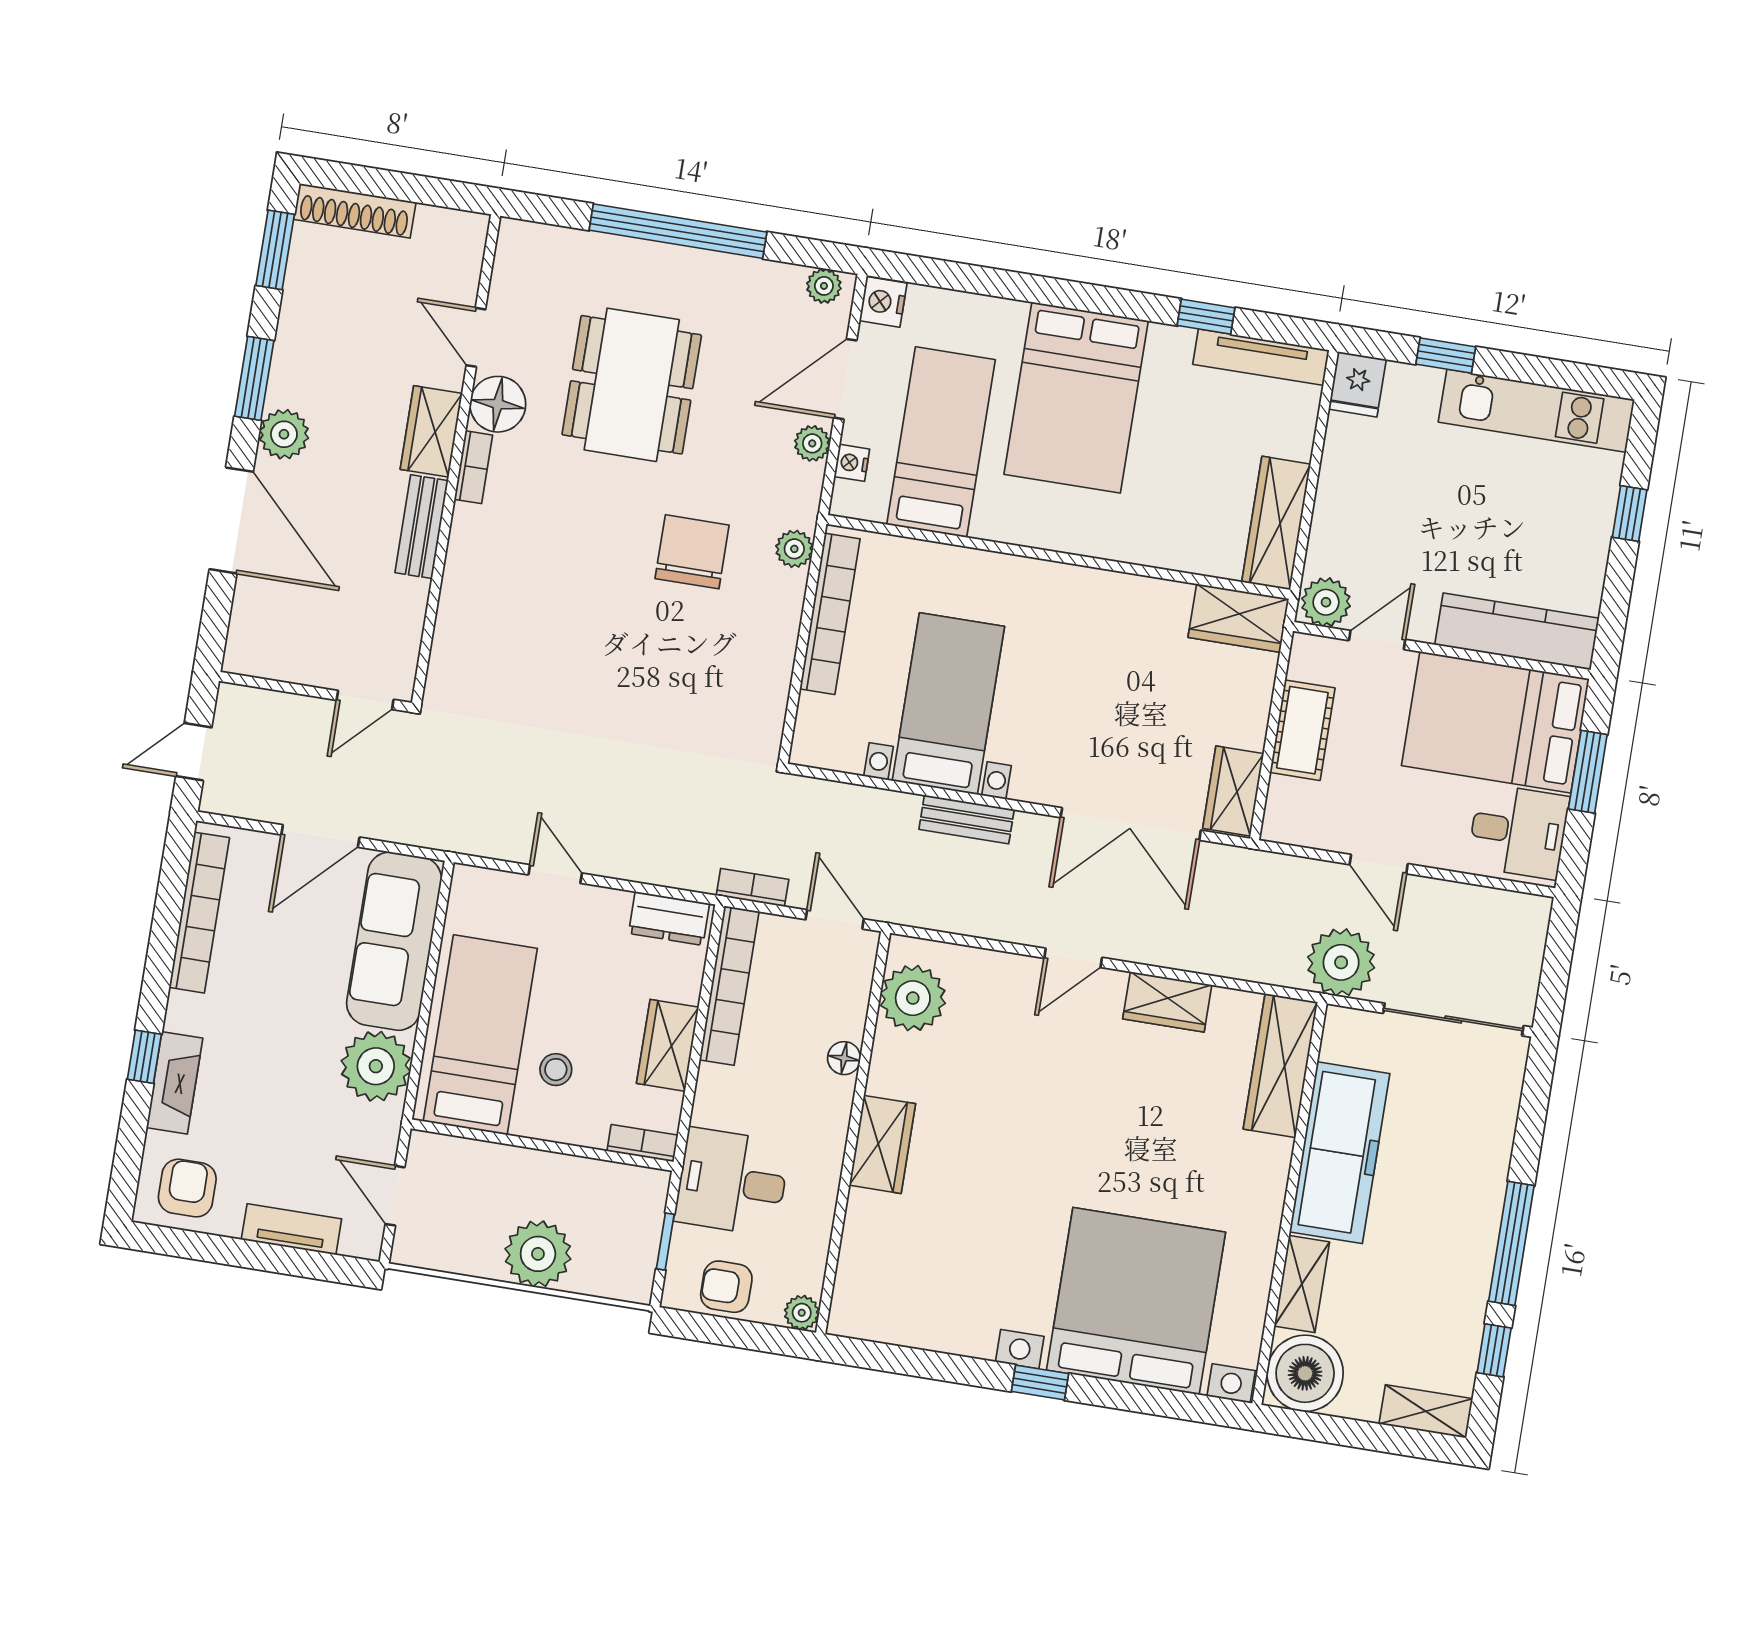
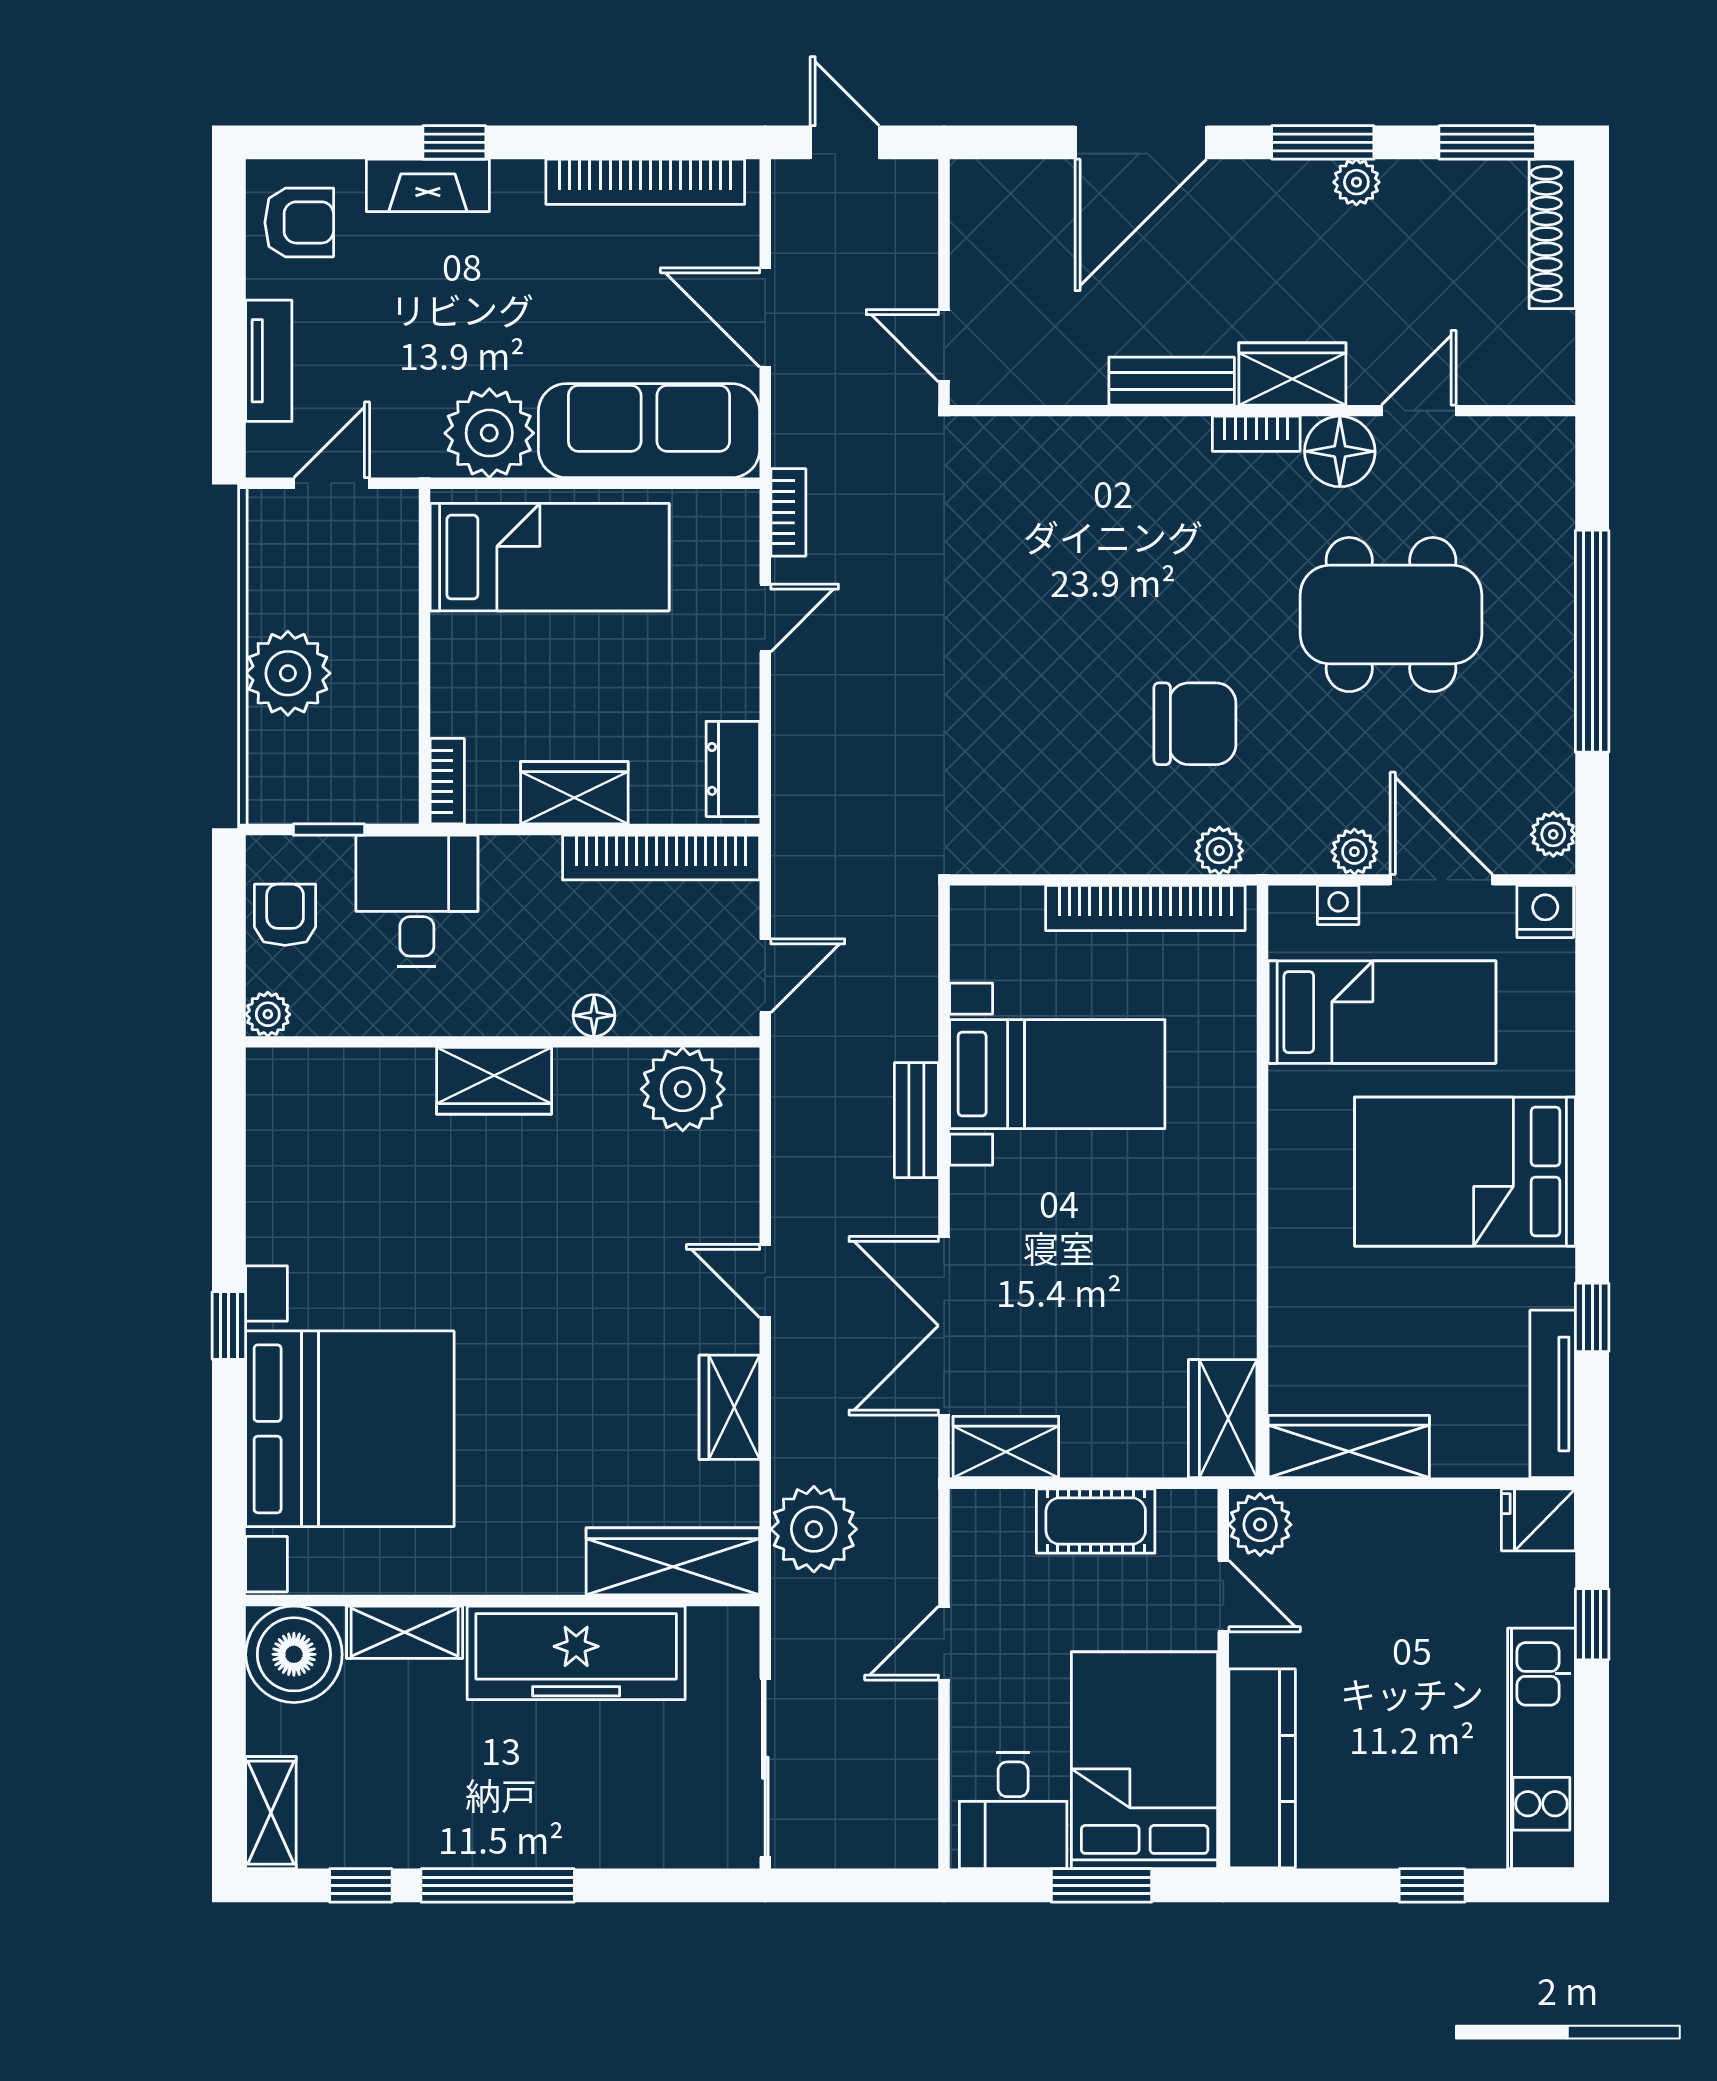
plant: (284, 434) -> (1356, 182), moved, width x0.73, depth x0.73
bookcase: (752, 887) -> (788, 512), moved
plant: (1341, 962) -> (814, 1529), moved
stool: (556, 1070) -> (521, 658), removed

